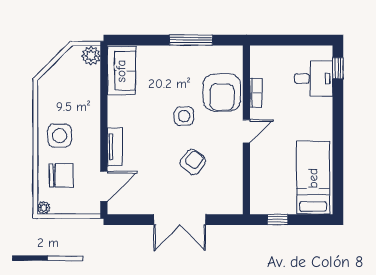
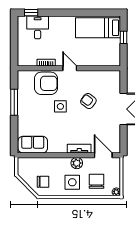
plant: (91, 56) -> (77, 163), moved
chair: (60, 88) -> (43, 182), added
window: (278, 220) -> (123, 37), moved

